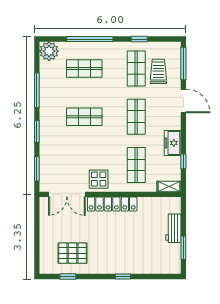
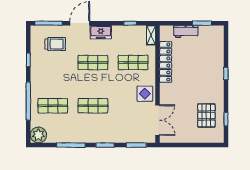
shop shelf: (84, 68) -> (53, 106), turned 90
shop shelf: (136, 68) -> (53, 63), removed
trolley: (158, 71) -> (55, 44), turned 180
shop shelf: (84, 117) -> (93, 106), turned 90
freezer: (173, 143) -> (101, 32), moved
locker: (112, 204) -> (166, 62), moved

